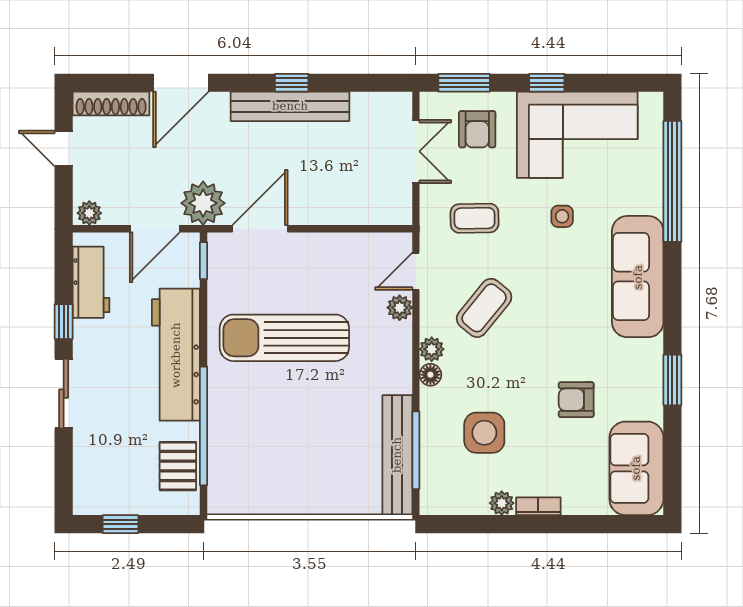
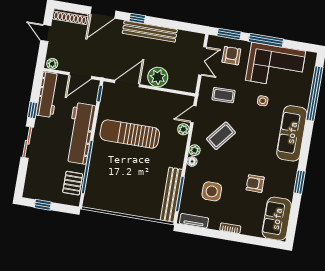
window: (292, 83) -> (137, 18), moved
window: (547, 83) -> (266, 40), width x2.17
armchair: (477, 129) -> (231, 56), turned 180
plant: (203, 203) -> (158, 77), moved
workbench: (91, 282) -> (48, 95), width x1.38
tv unit: (456, 503) -> (194, 221), added
plant: (502, 503) -> (214, 224), removed

